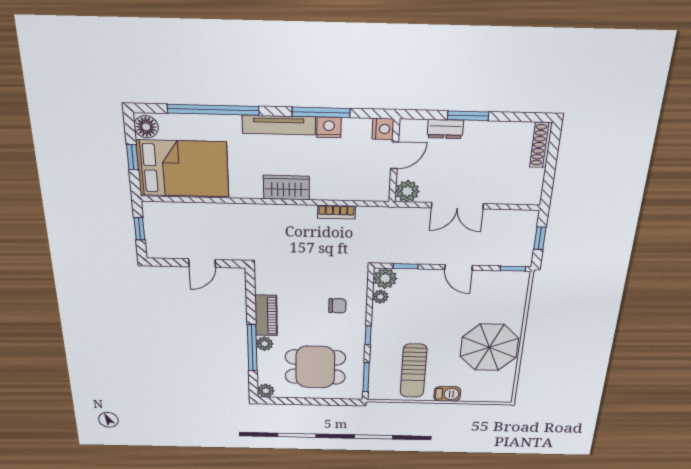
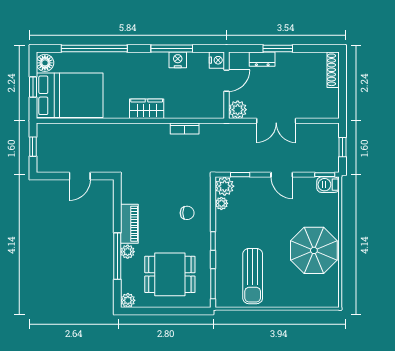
tv unit: (279, 125) -> (141, 59), removed
barbecue: (447, 394) -> (328, 185), moved, turned 180

